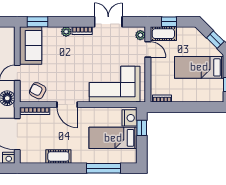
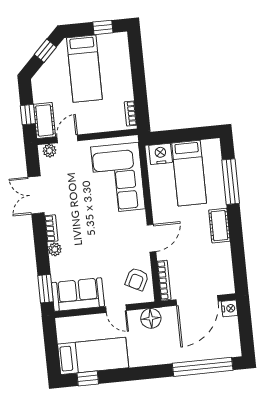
window: (142, 128) -> (172, 136), removed
cot: (58, 156) -> (219, 226), moved

